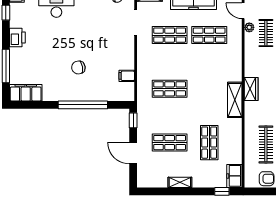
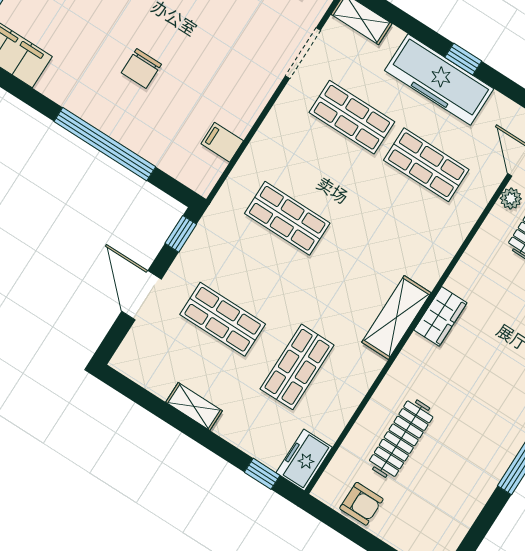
chair: (78, 67) -> (141, 68), turned -80

